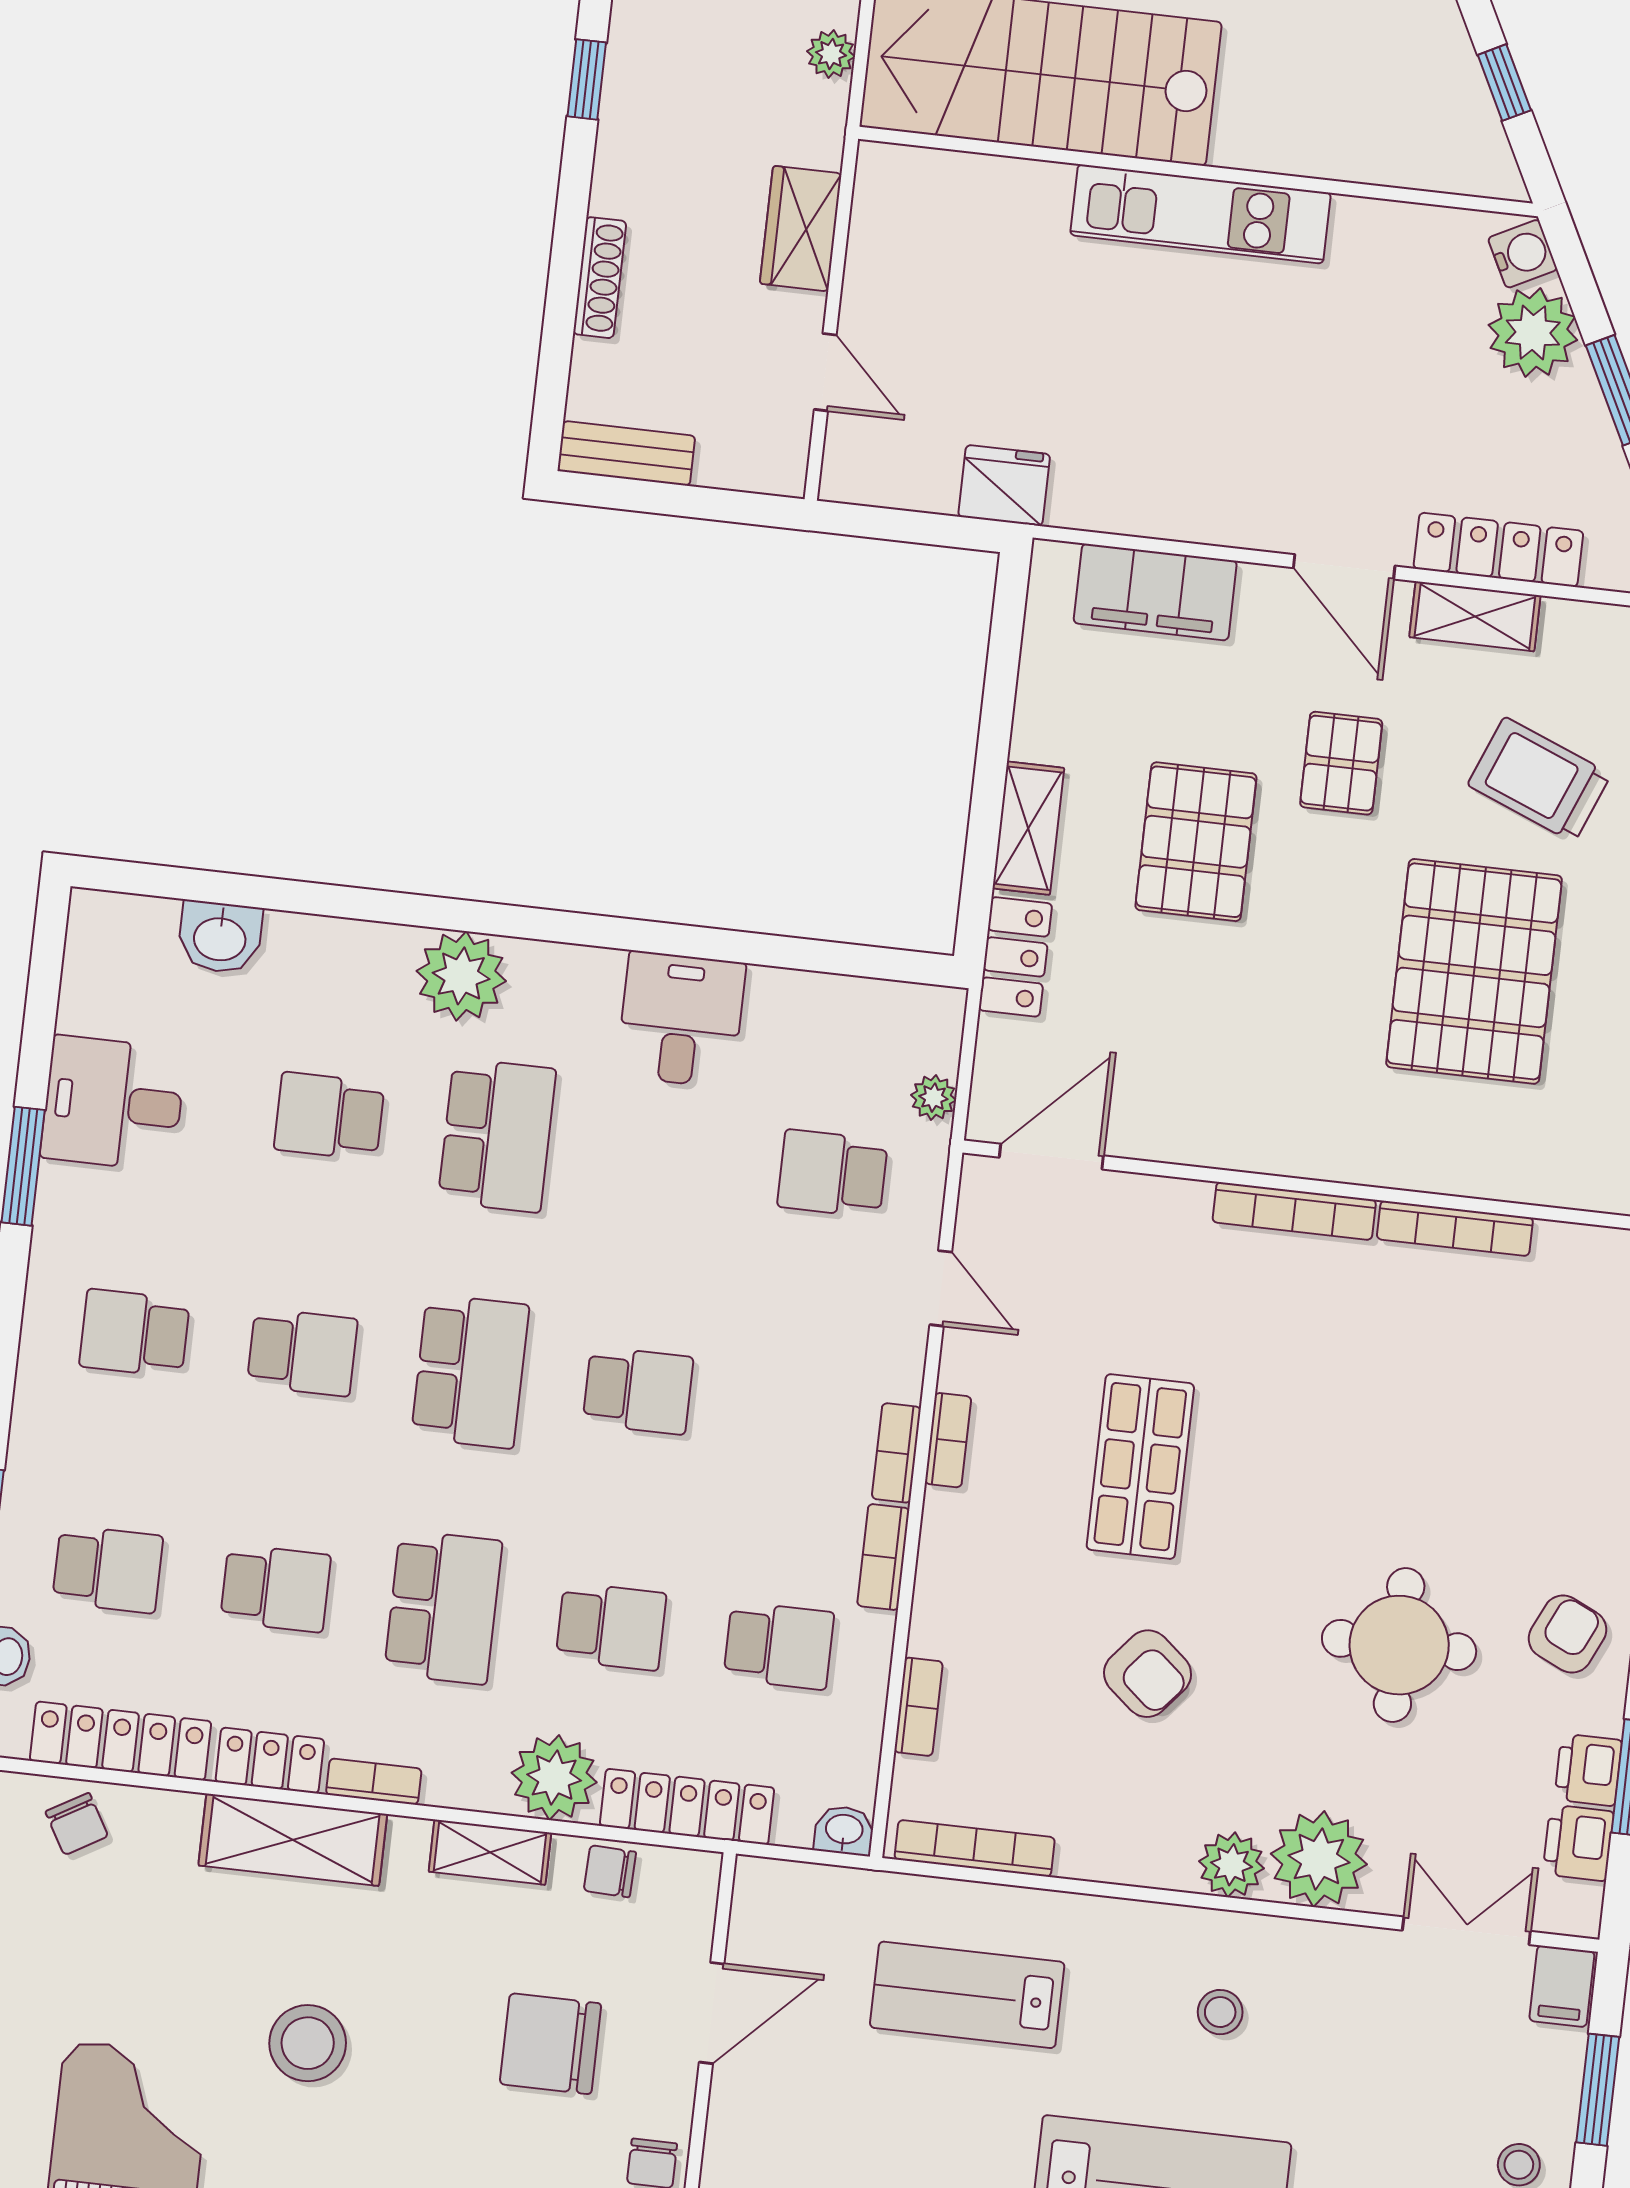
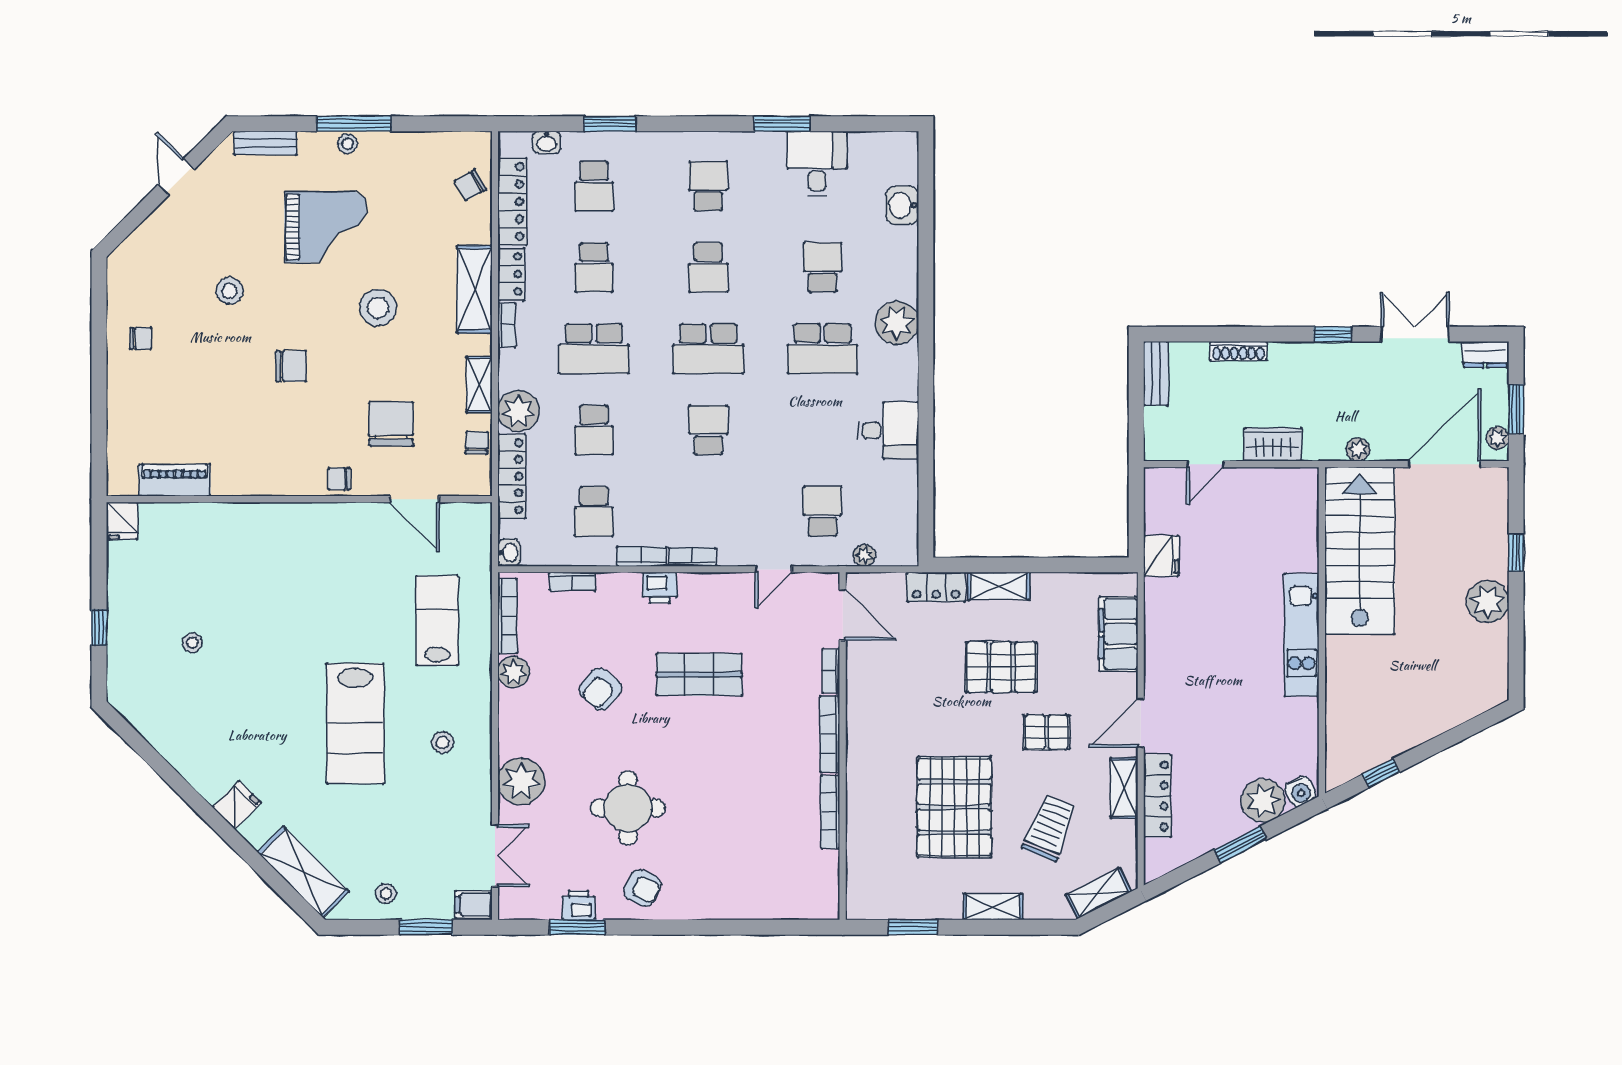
pallet: (1474, 971) -> (954, 807), turned 90
school desk: (638, 1390) -> (708, 430), turned 180
bookcase: (948, 1440) -> (831, 671), moved, turned 90
printer: (1578, 1843) -> (660, 588), moved, turned 180
plant: (1231, 1865) -> (514, 672), moved

